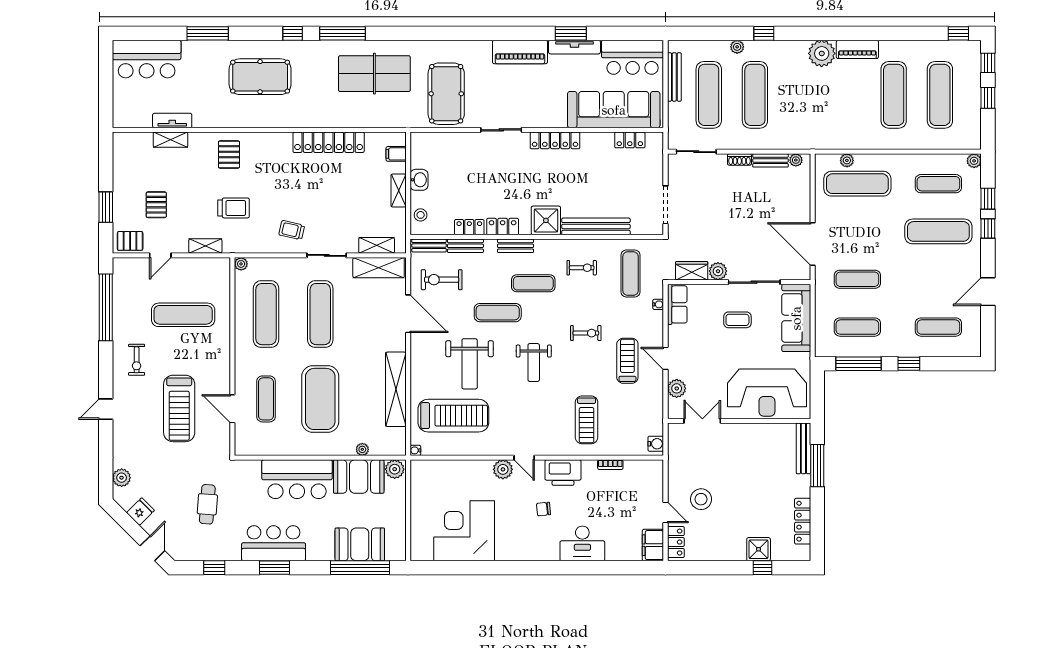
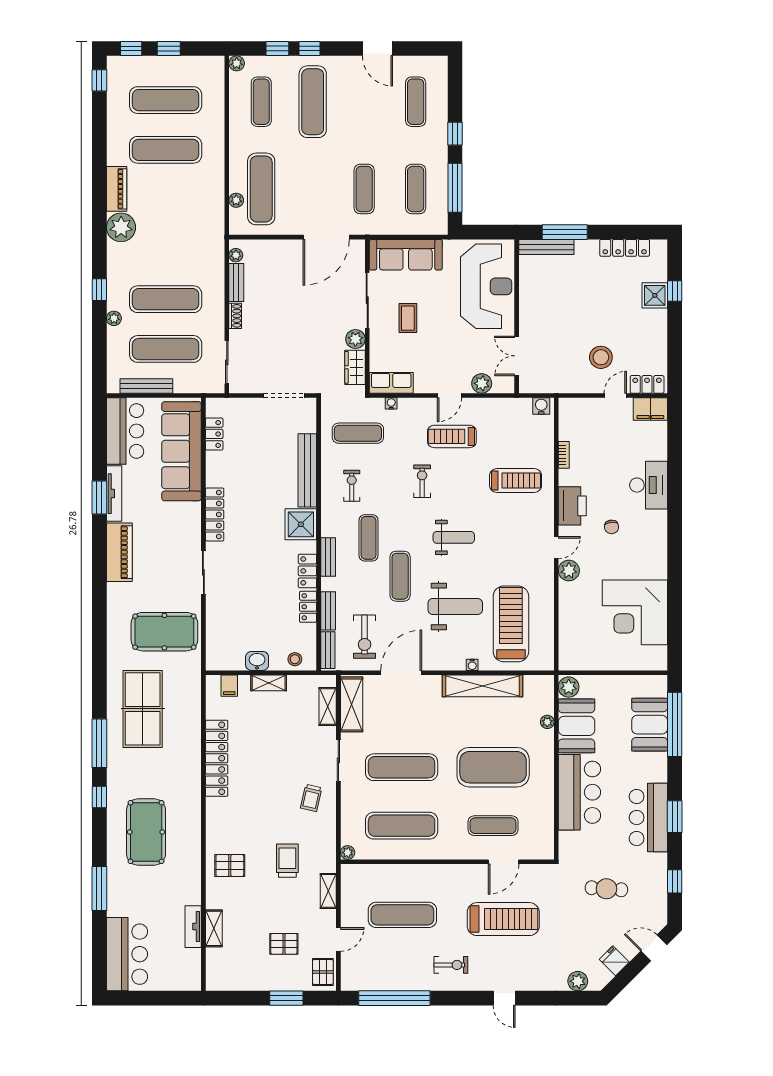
door: (160, 255) -> (338, 939), hinge flipped
exercise mat: (183, 315) -> (402, 915), turned 90
water cooler: (415, 450) -> (472, 665), moved

